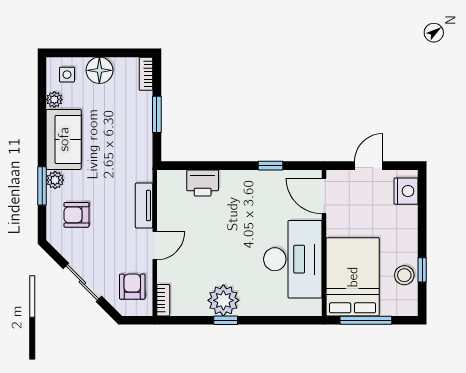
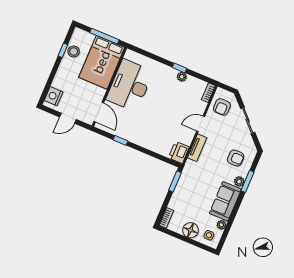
window: (157, 114) -> (175, 181), moved
printer: (203, 183) -> (179, 152), moved, turned -90
plant: (223, 300) -> (182, 77), width x0.53, depth x0.53

